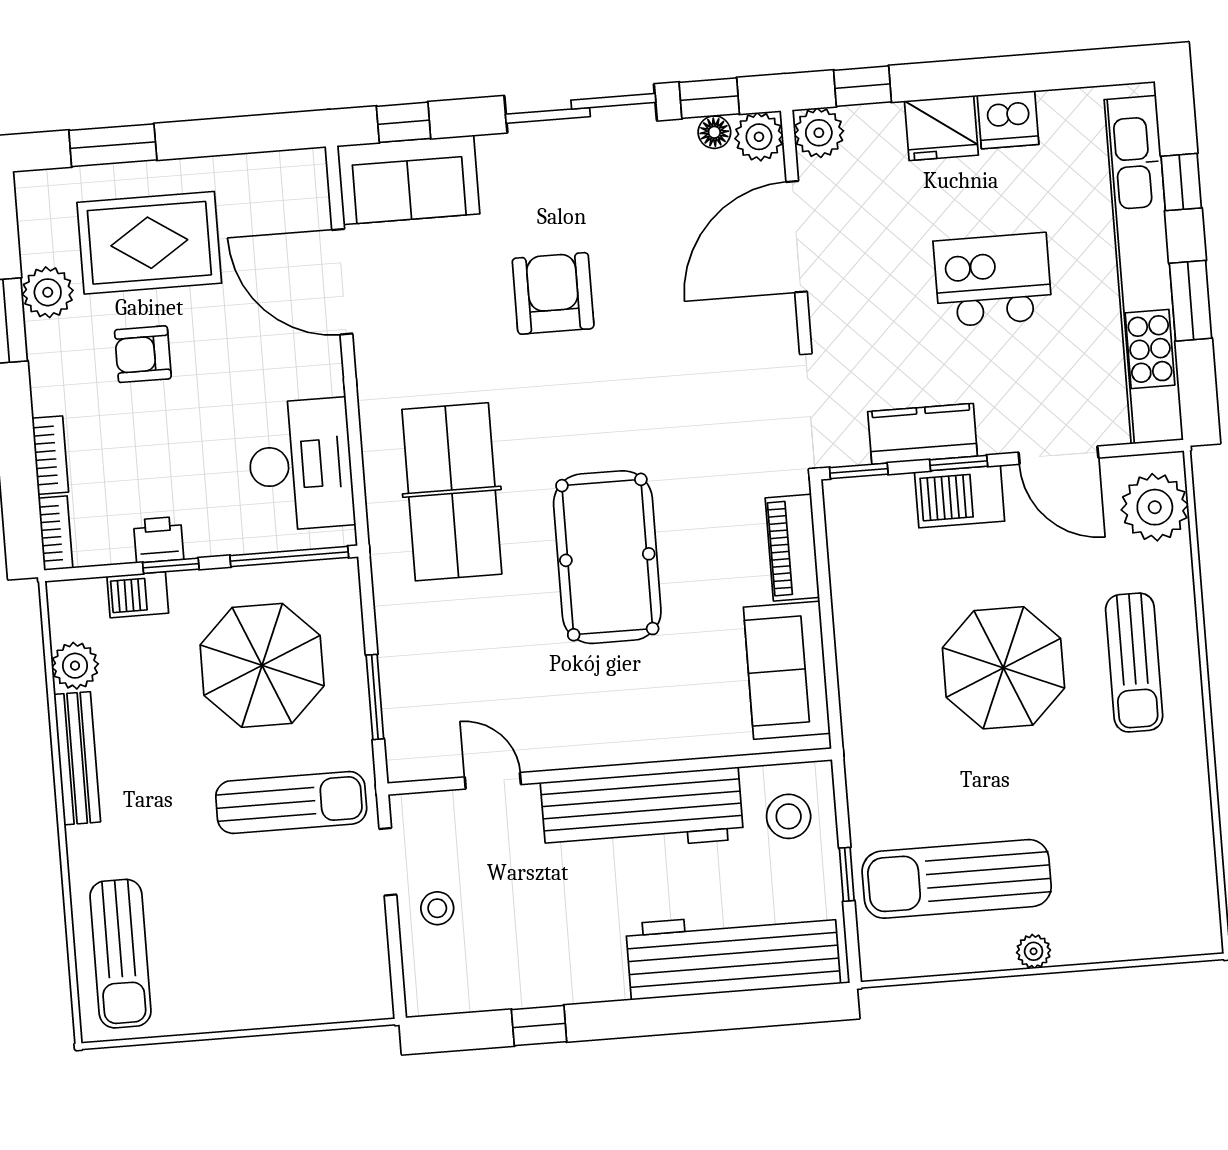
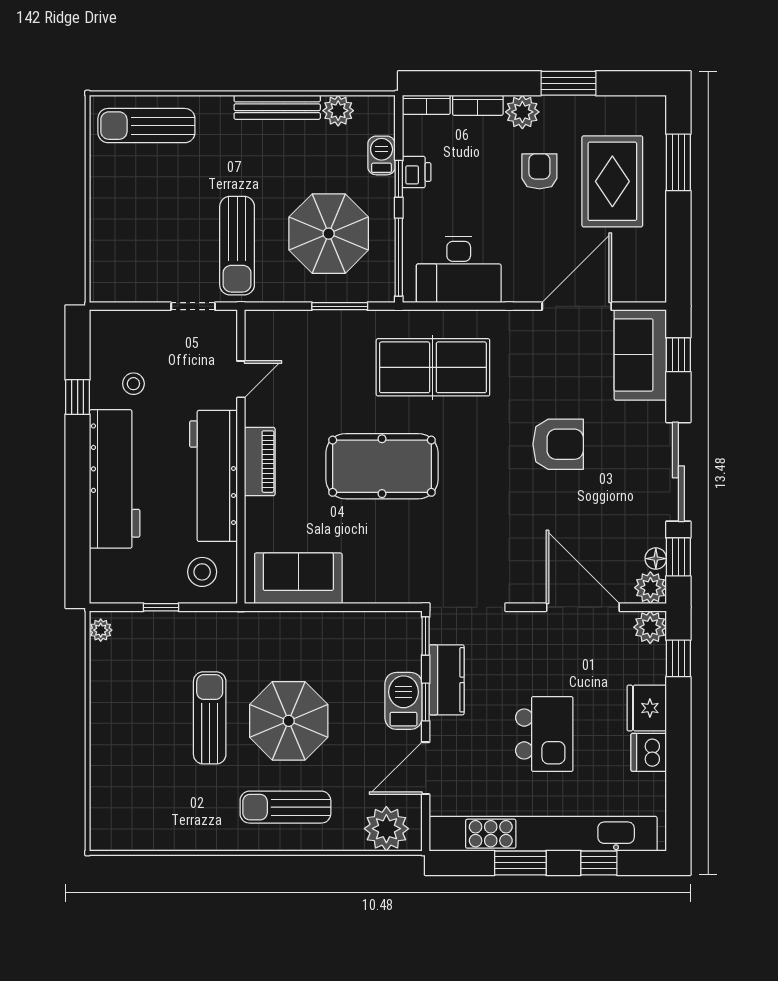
plant: (48, 292) -> (522, 112), moved
piano: (792, 548) -> (260, 462), moved, turned 90
window: (375, 697) -> (340, 306), moved
sun lounger: (957, 879) -> (210, 718), moved, width x0.73, depth x0.75
stool: (437, 908) -> (133, 384), moved
plant: (1034, 951) -> (101, 630), moved
workbench: (733, 954) -> (115, 479), moved

